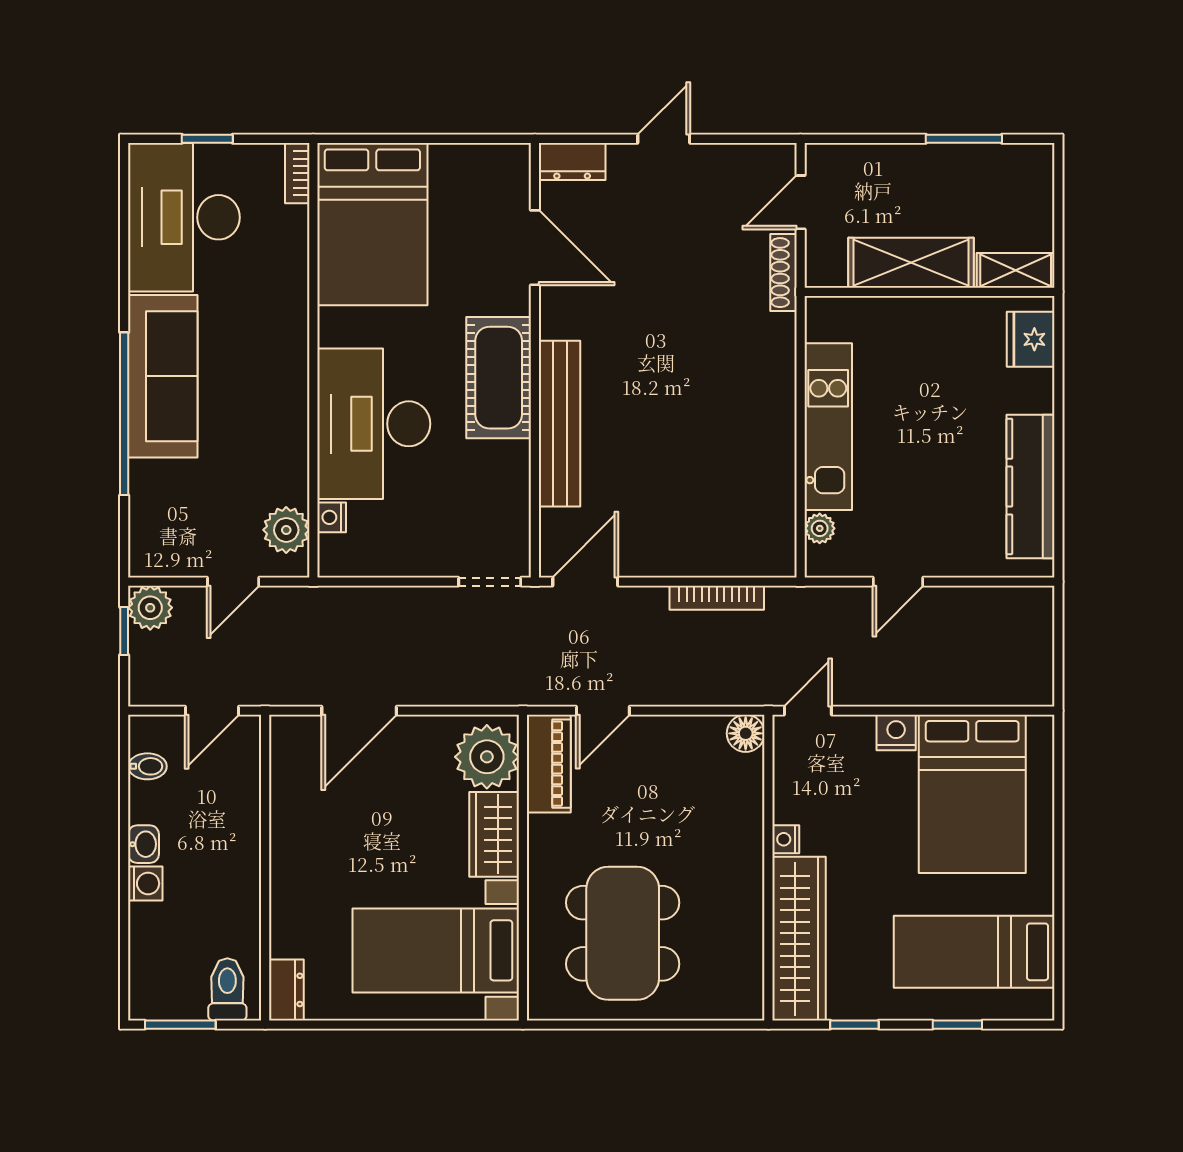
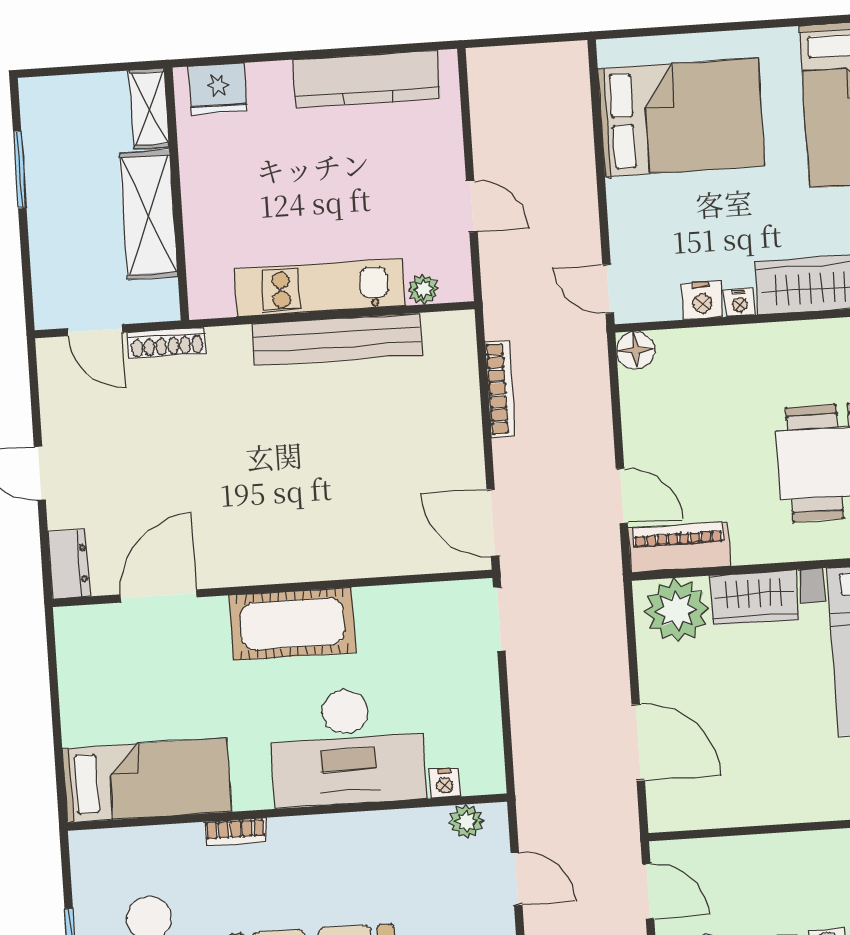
bookcase: (297, 173) -> (236, 832), moved
bed: (372, 224) -> (147, 780), width x0.67
bench: (560, 424) -> (337, 339), moved
plant: (286, 530) -> (467, 821), width x0.73, depth x0.73
nightstand: (896, 732) -> (702, 300), moved, turned -90

